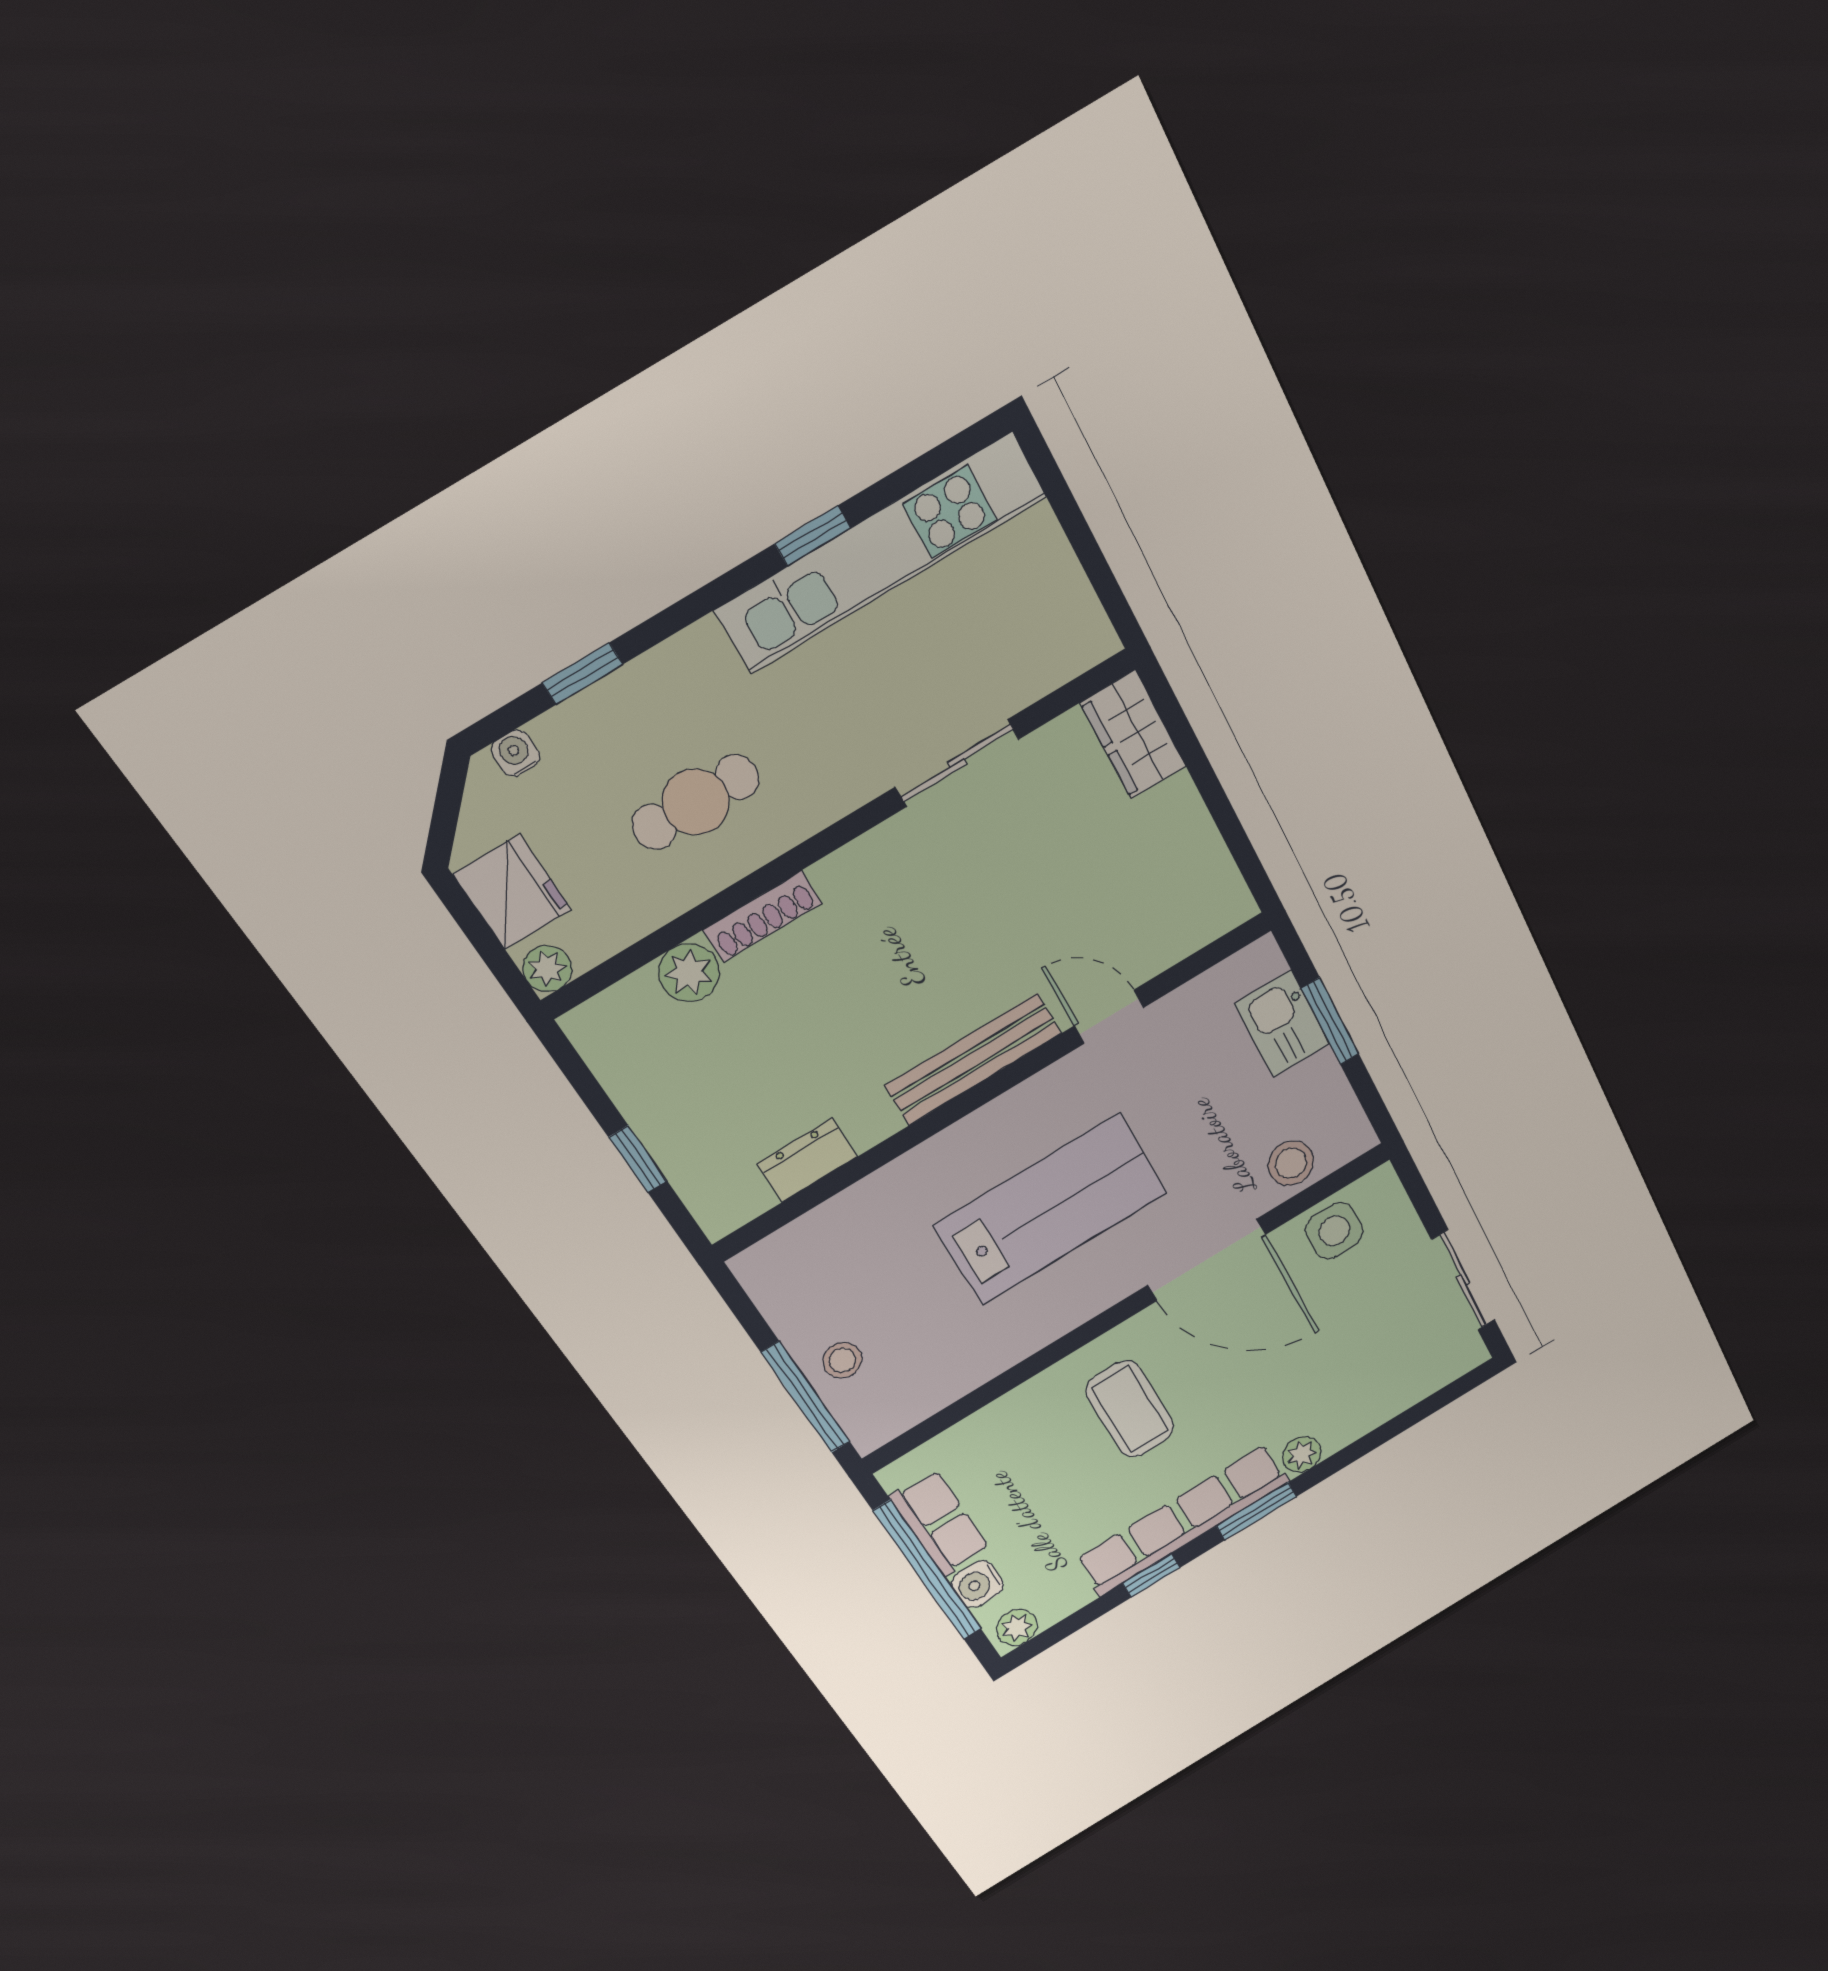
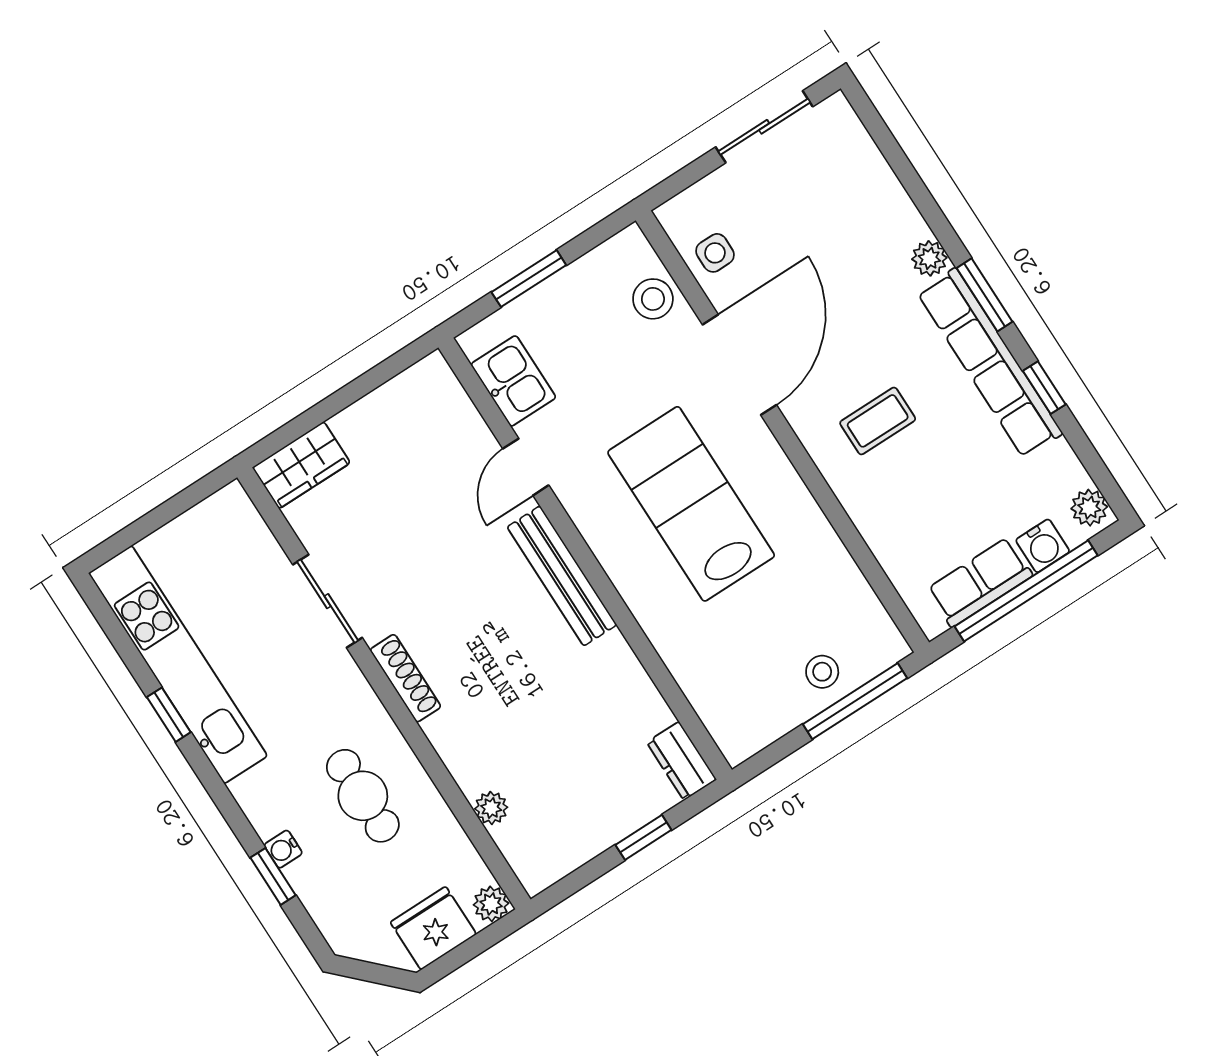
water cooler: (515, 753) -> (283, 849), moved
shoe rack: (762, 916) -> (405, 678), moved
plant: (689, 973) -> (491, 808), width x0.73, depth x0.73
kitchen sink: (1282, 1024) -> (513, 381), moved, turned -90
dresser: (807, 1160) -> (681, 761), moved
side table: (1334, 1231) -> (715, 253), width x0.73, depth x0.73
coffee table: (1130, 1409) -> (878, 421), width x0.73, depth x0.77

